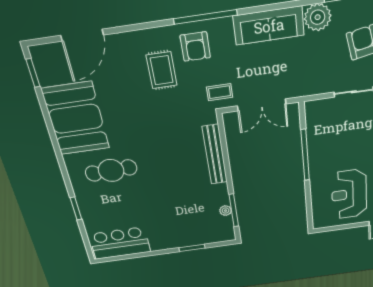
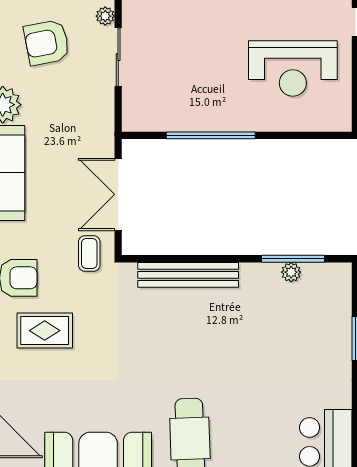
double door: (262, 105) -> (118, 194), swing flipped

